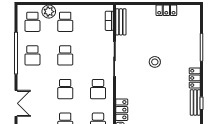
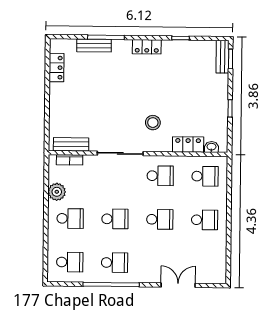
locker: (166, 10) -> (56, 68), moved
plant: (49, 12) -> (57, 192), moved
stool: (155, 62) -> (153, 123), moved
bench: (195, 102) -> (94, 46), moved

